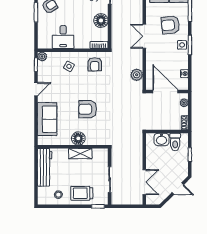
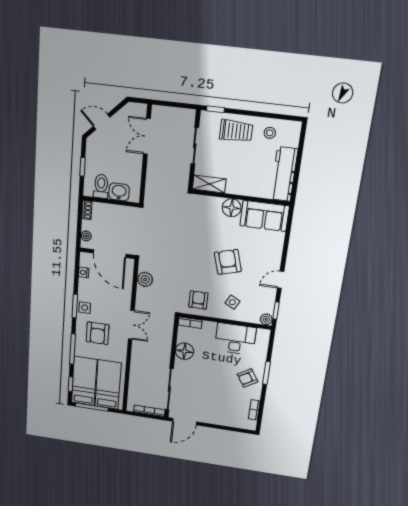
armchair: (170, 25) -> (98, 333), turned 96
desk: (63, 37) -> (235, 339), width x1.37
armchair: (88, 109) -> (228, 262), moved, turned -106
sofa: (47, 119) -> (264, 216), moved, turned -90
shelving: (80, 154) -> (209, 184), moved

